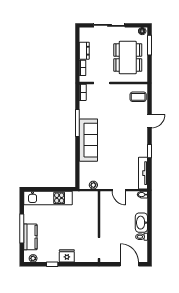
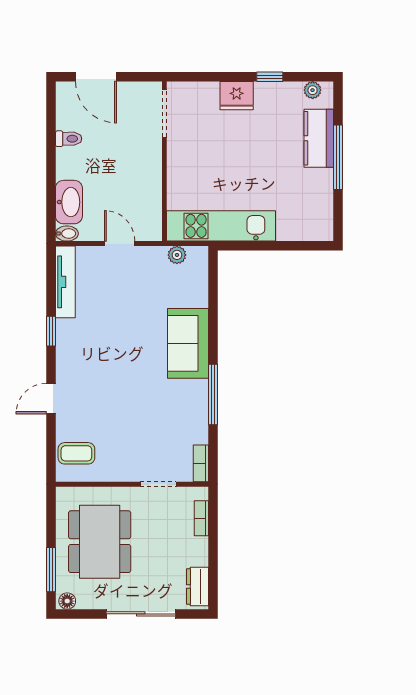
dresser: (84, 51) -> (197, 587), moved
sofa: (88, 140) -> (188, 343), width x0.73
kitchen unit: (48, 198) -> (221, 226), moved
washbasin: (141, 223) -> (69, 202), moved

